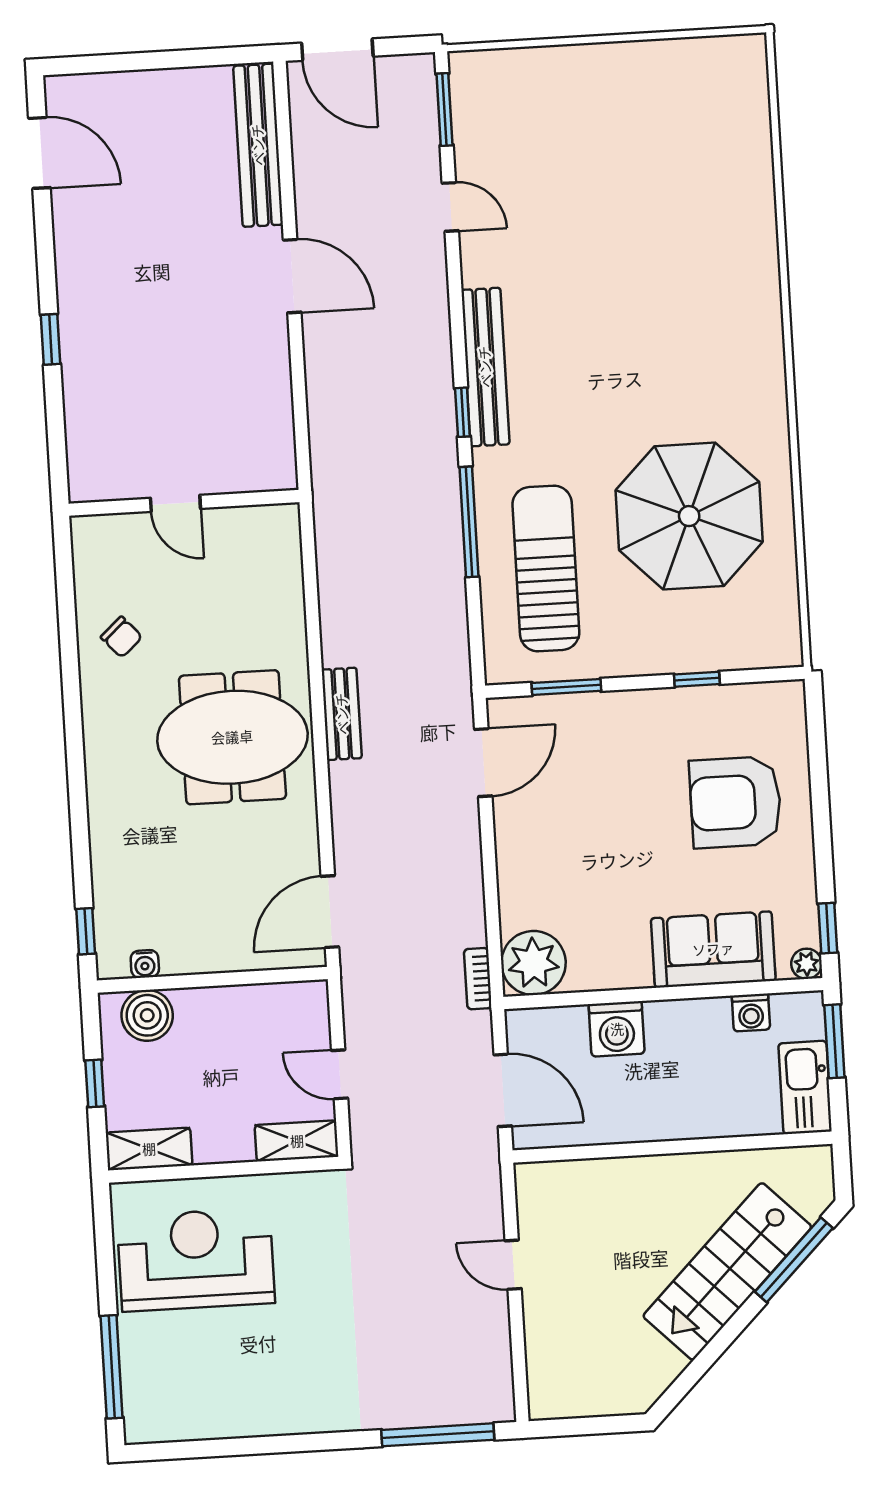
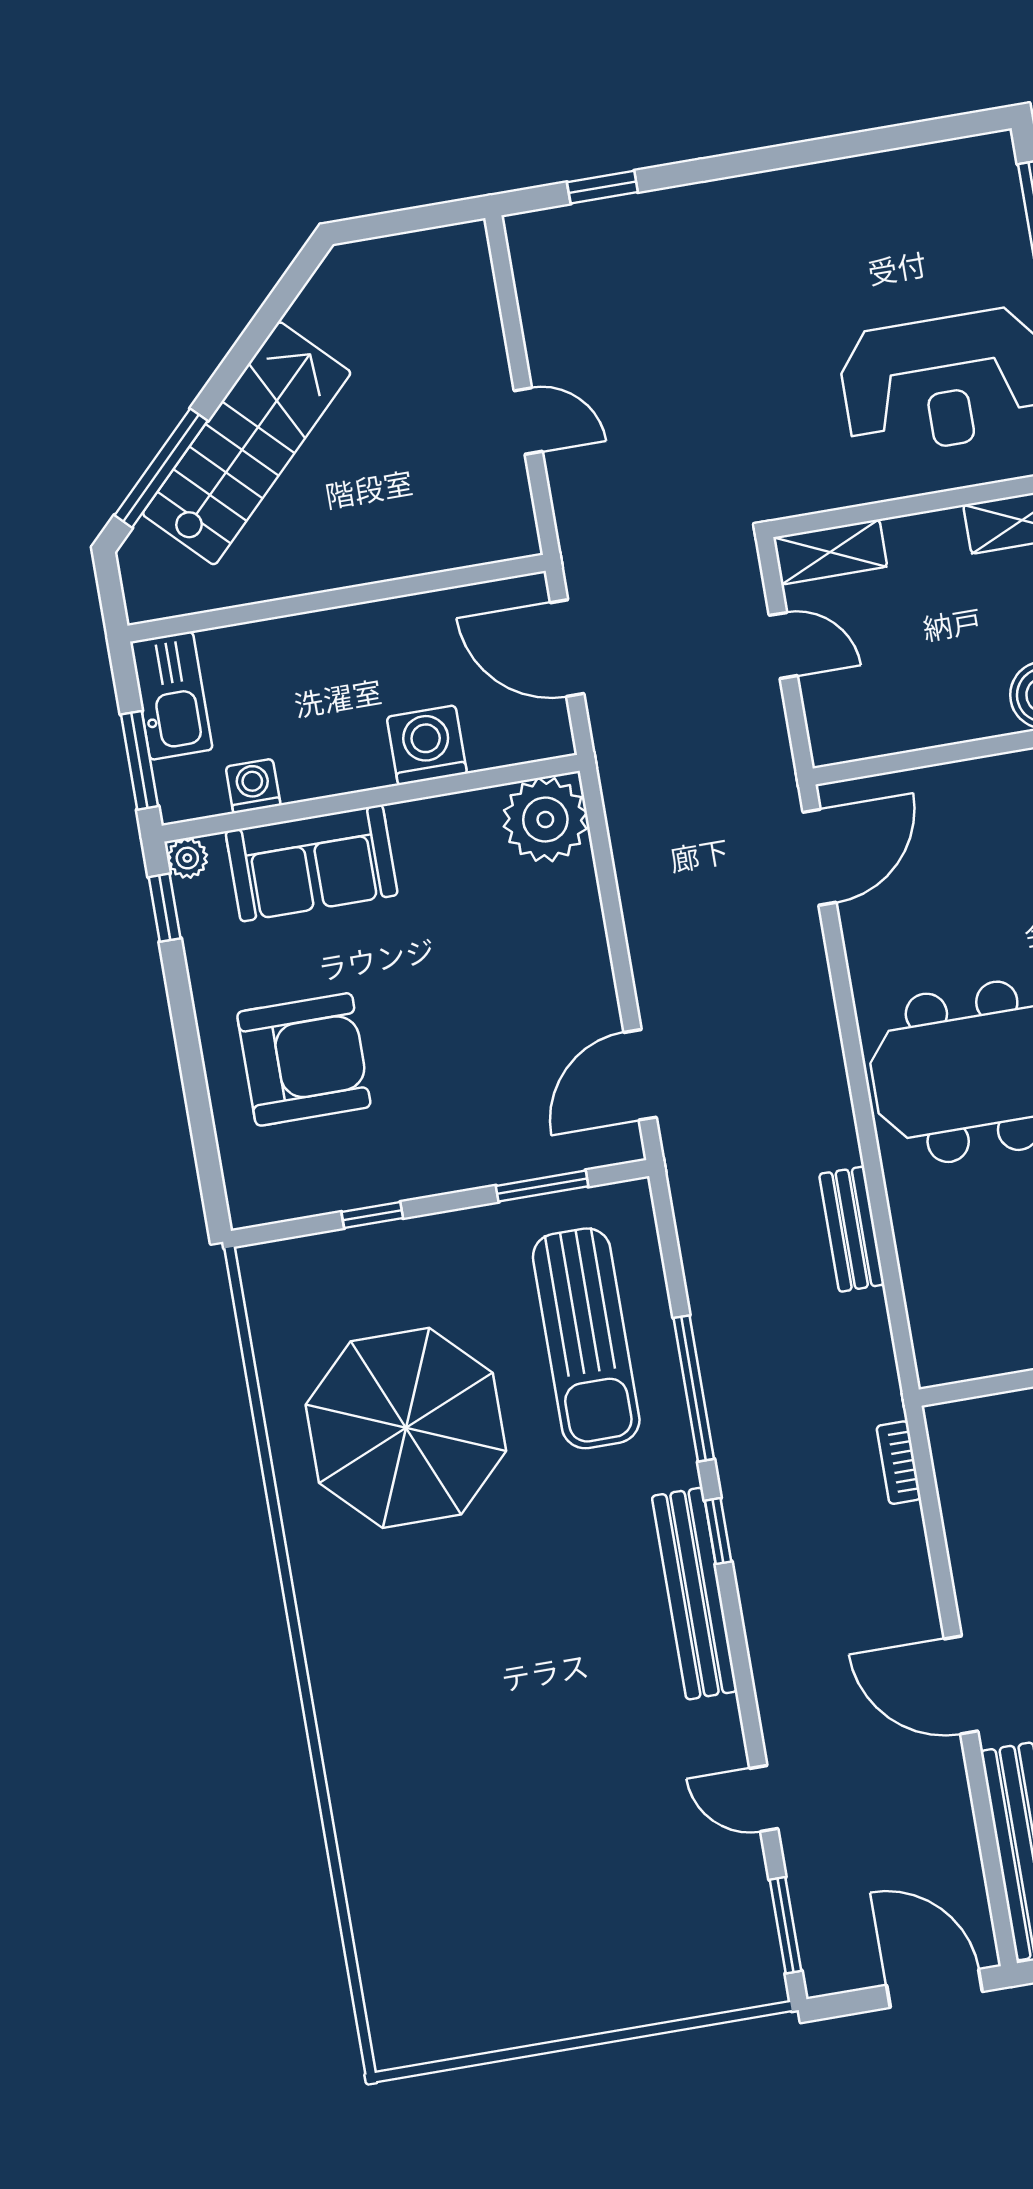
bench: (342, 714) -> (852, 1229), moved
bookcase: (478, 979) -> (899, 1463), moved, turned 180
window: (438, 1435) -> (602, 187), width x0.46

